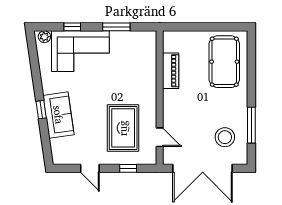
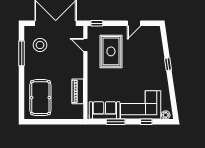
sofa: (58, 115) -> (105, 110), moved, turned 98
door: (90, 168) -> (134, 23), swing flipped
window: (128, 168) -> (97, 23), moved

